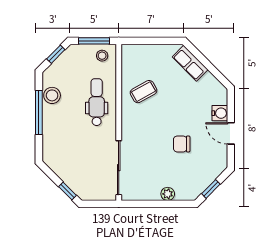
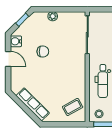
row of seats: (190, 63) -> (33, 104), width x1.48
coffee table: (143, 92) -> (73, 107), moved
water cooler: (220, 113) -> (16, 41), moved

